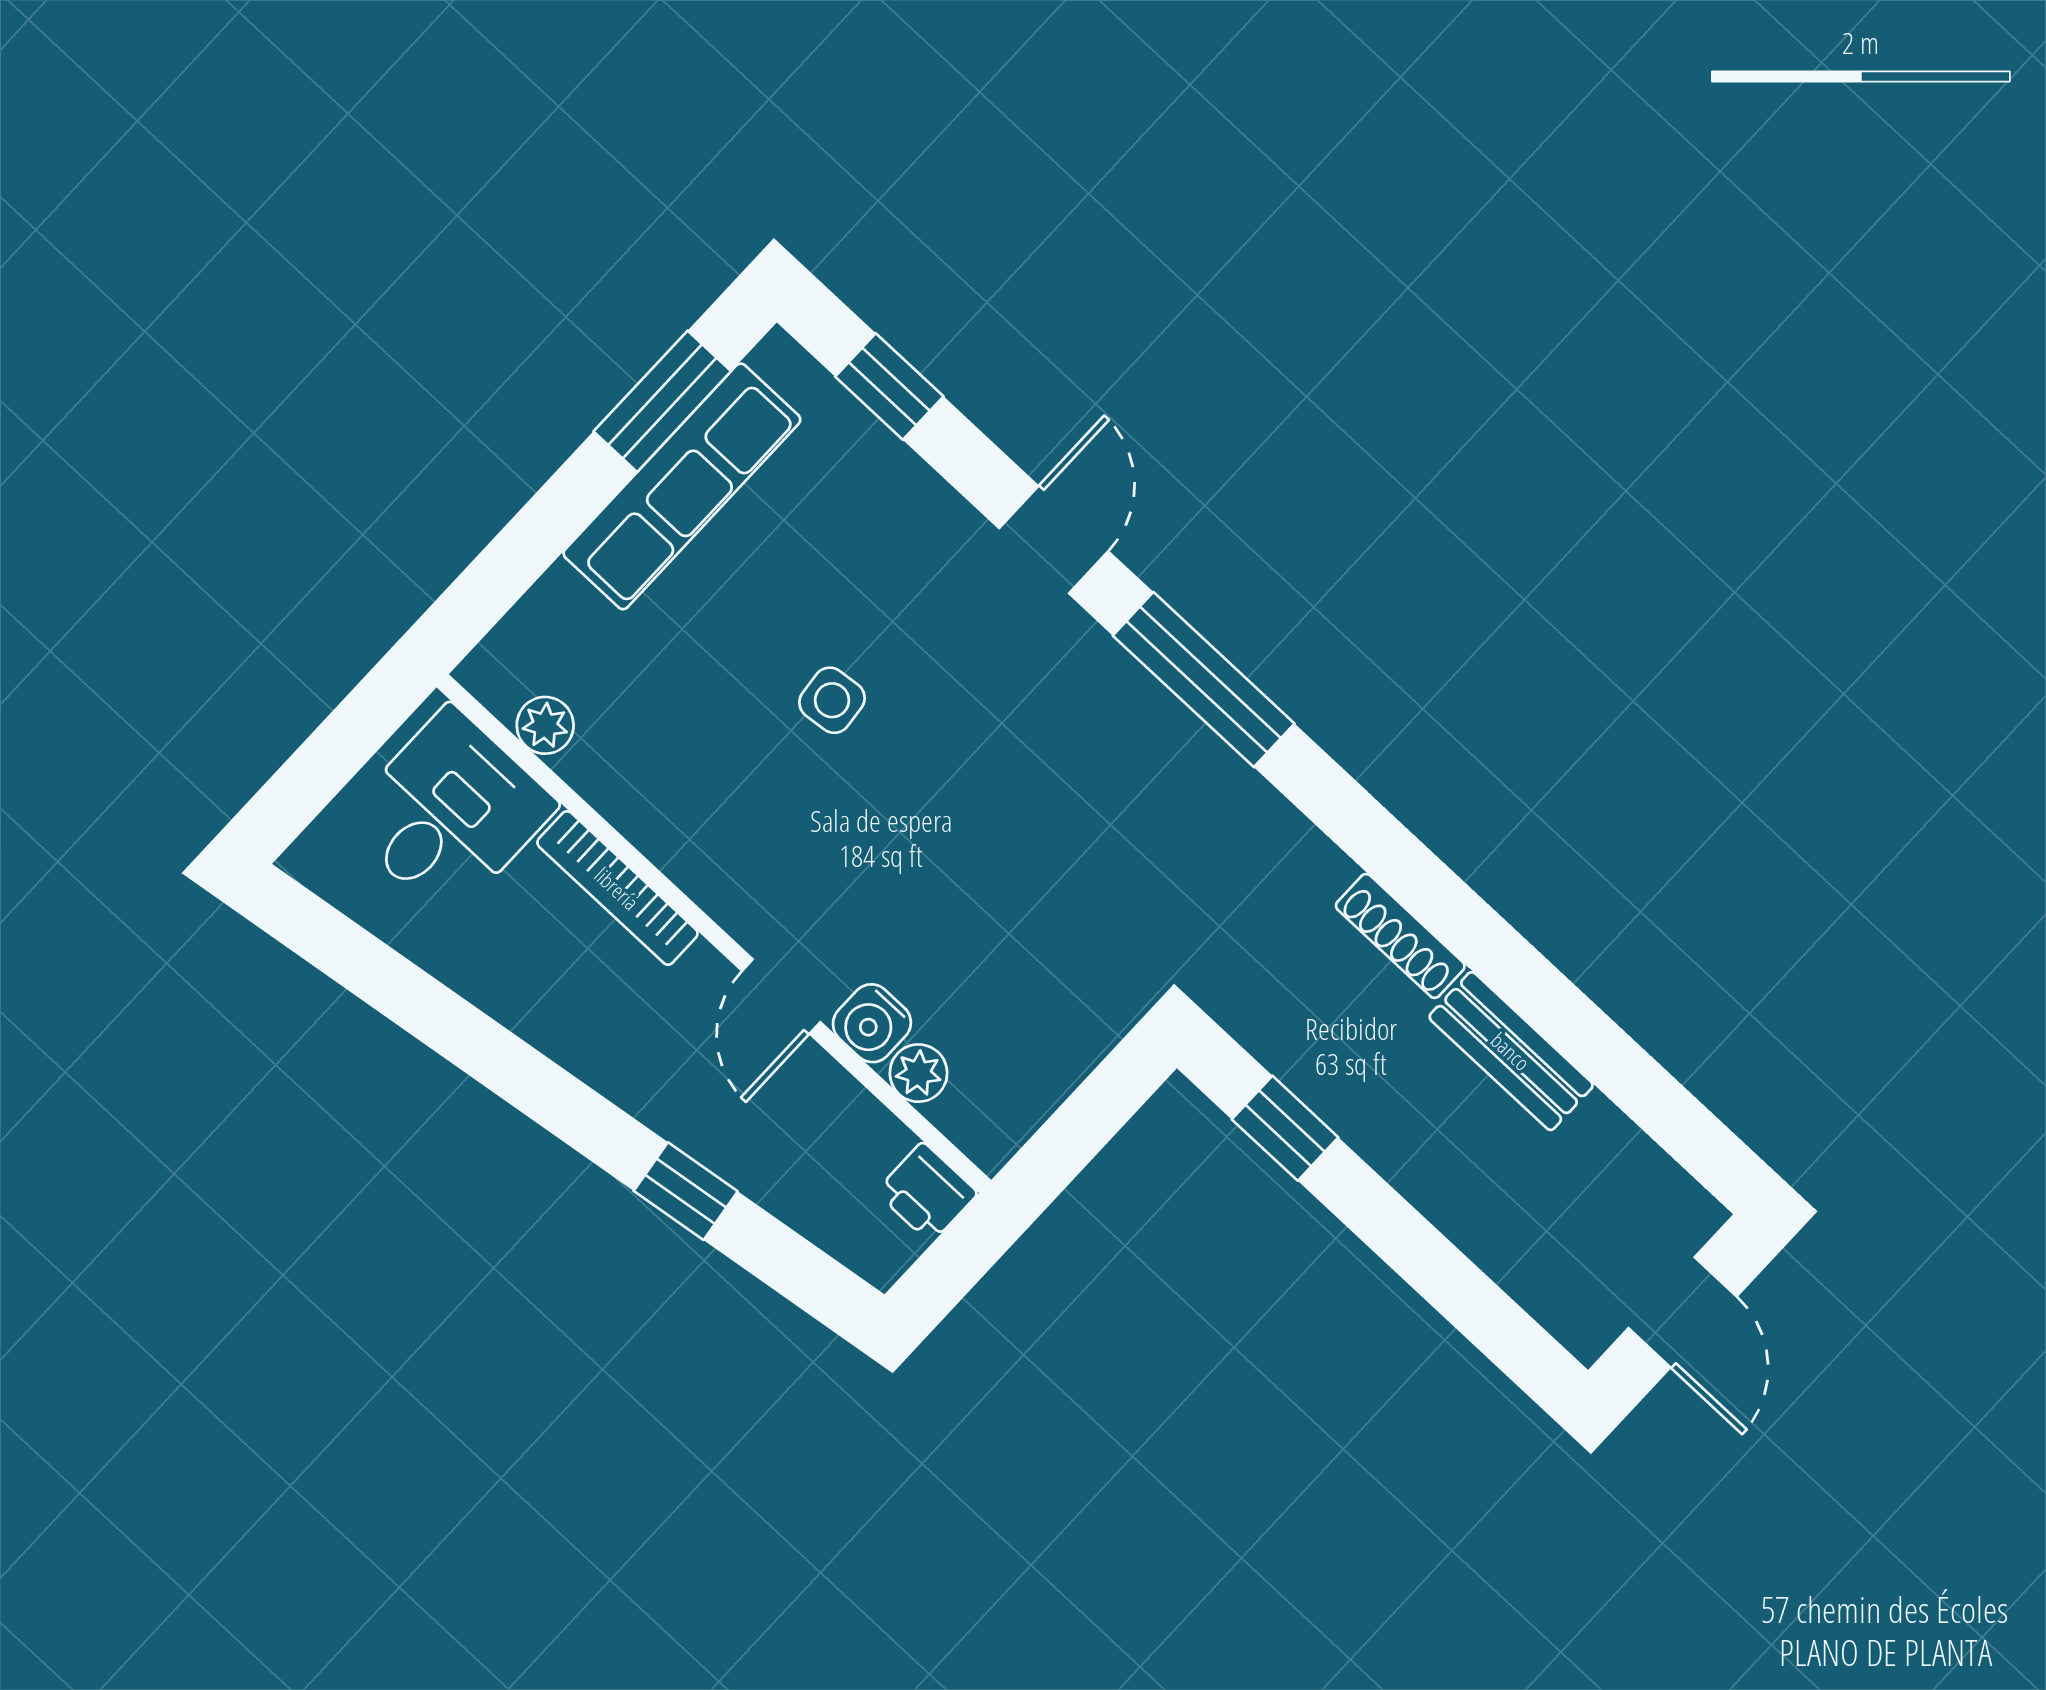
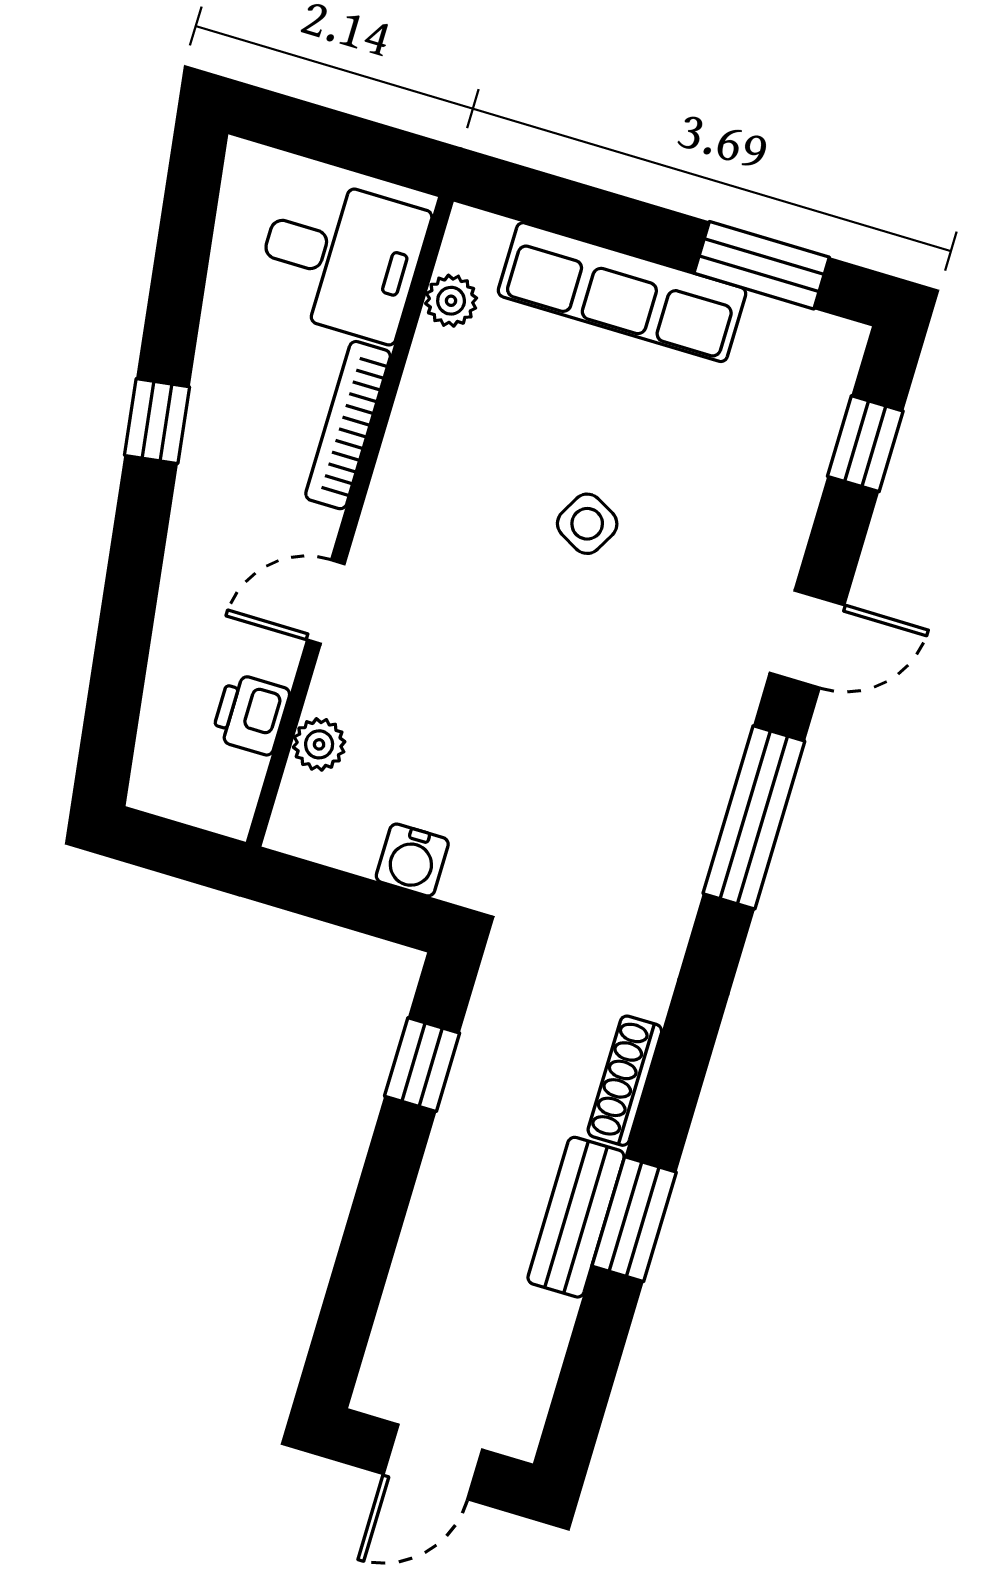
row of seats: (682, 486) -> (622, 292), moved
side table: (832, 700) -> (587, 524), turned 35
window: (1541, 995) -> (634, 1219), added
water cooler: (872, 1023) -> (412, 860), moved, turned -90
window: (686, 1191) -> (157, 421), moved
printer: (927, 1192) -> (251, 714), moved

